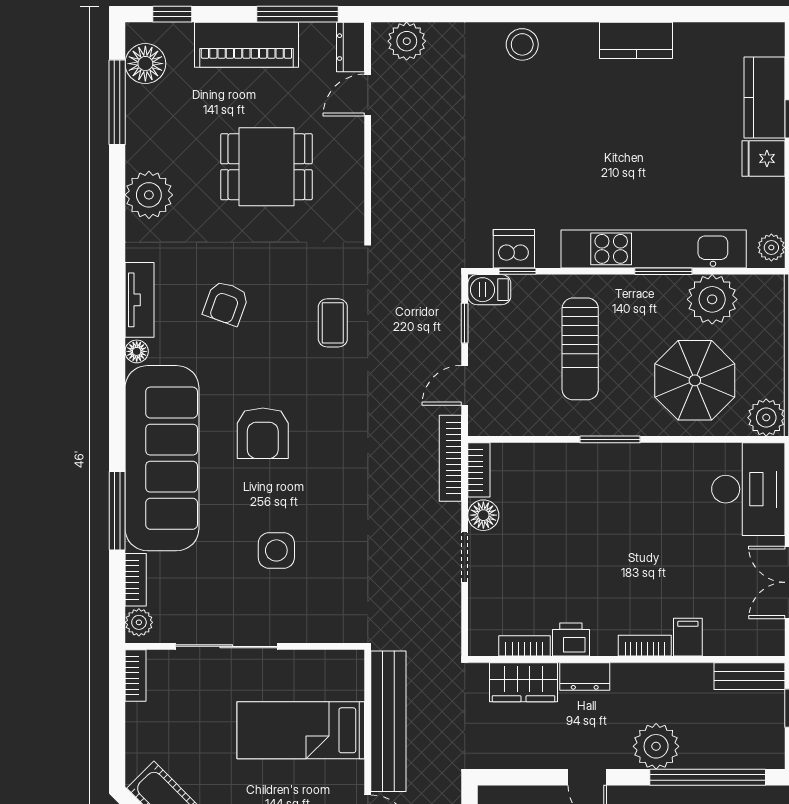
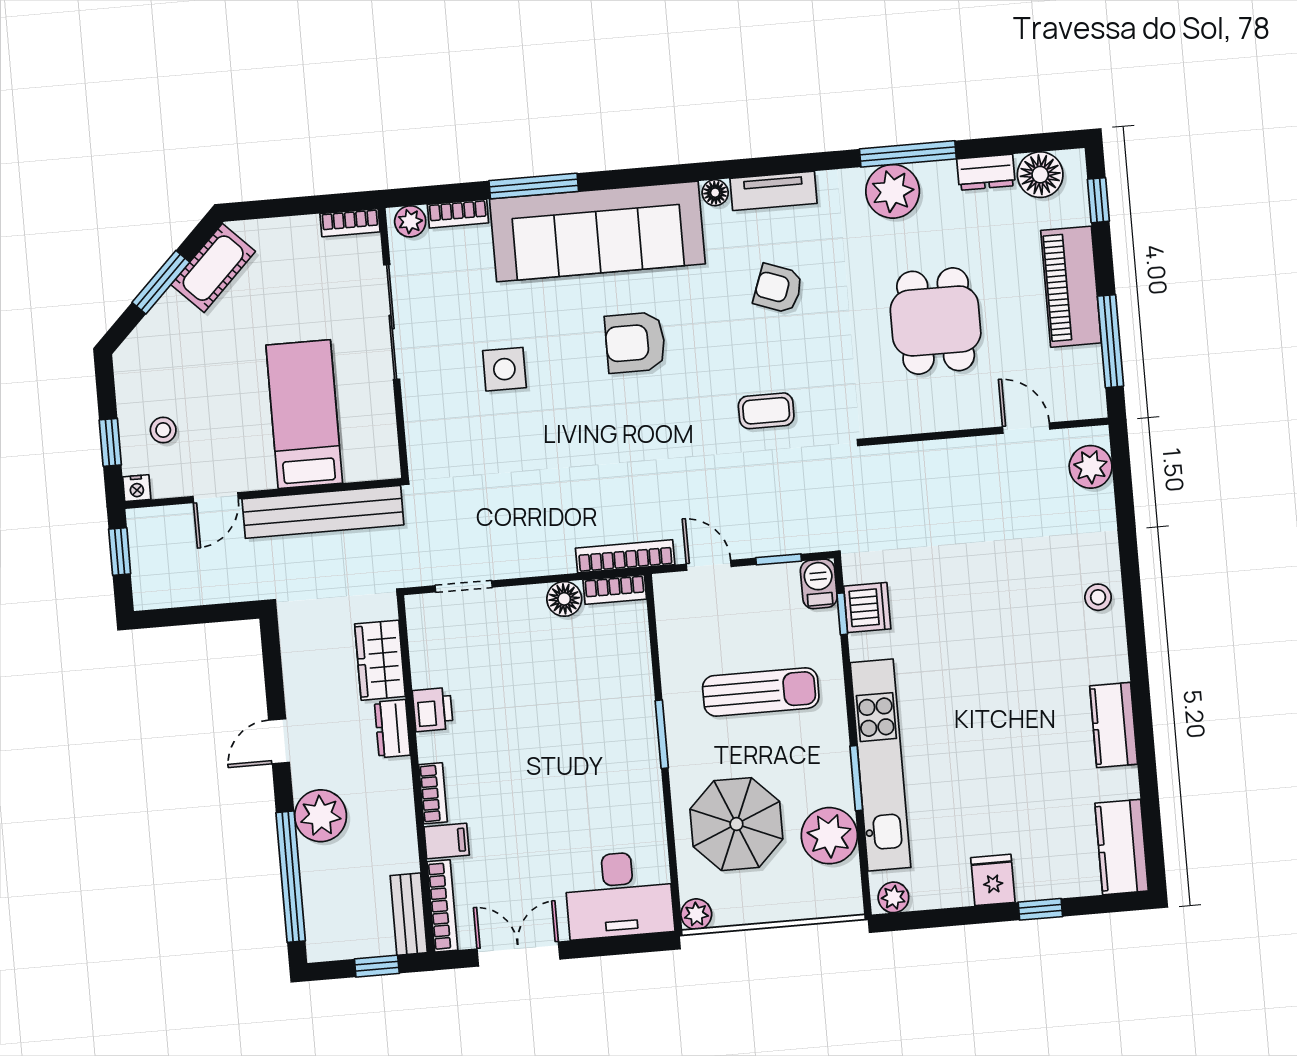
stool: (522, 44) -> (1098, 597), width x0.73, depth x0.73
dresser: (351, 47) -> (986, 172), moved, turned 180
kitchen counter: (765, 97) -> (1122, 847), moved, turned -90
window: (117, 102) -> (908, 154), moved
sun lounger: (580, 349) -> (761, 692), turned 180
plant: (766, 418) -> (696, 914), width x0.73, depth x0.73
doorway: (465, 557) -> (464, 586), moved
bookcase: (524, 646) -> (442, 906), moved, width x1.56

